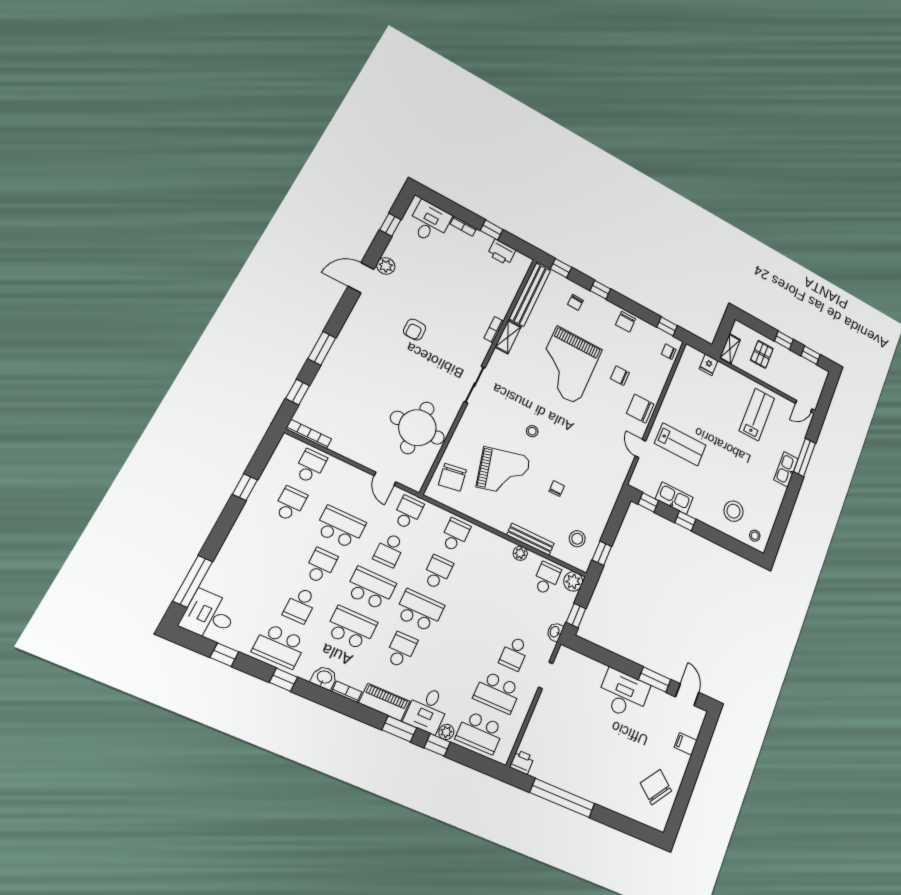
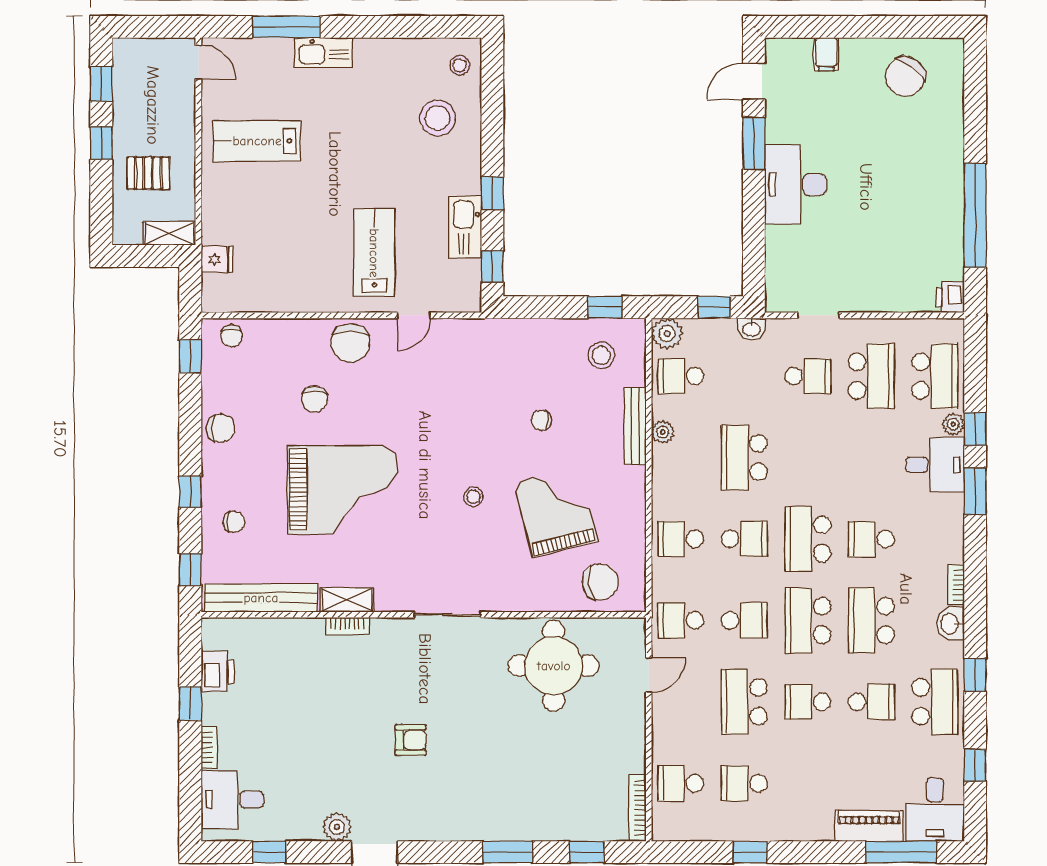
school desk: (438, 572) -> (744, 539), turned 180
school desk: (485, 594) -> (744, 458), added
piano: (384, 702) -> (869, 826), moved, turned 90

